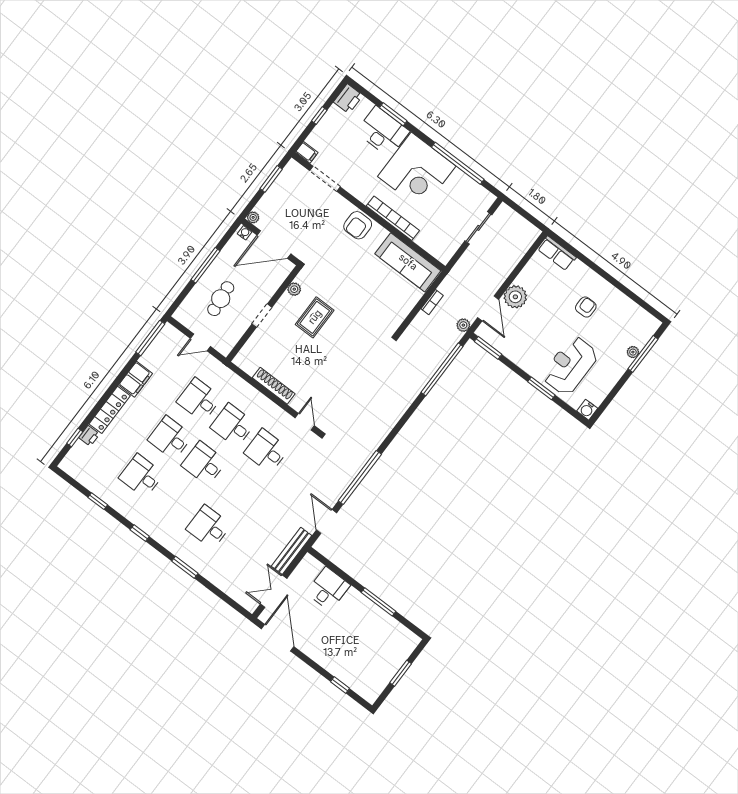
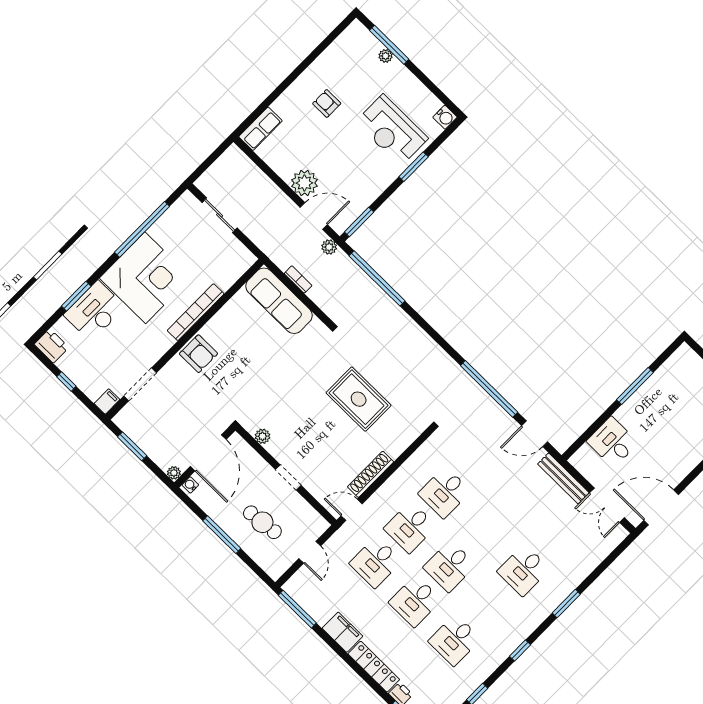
sofa: (408, 262) -> (279, 301), moved, turned 90
rug: (315, 317) -> (359, 399), moved, width x1.36, depth x1.43
door: (305, 422) -> (352, 510), moved

